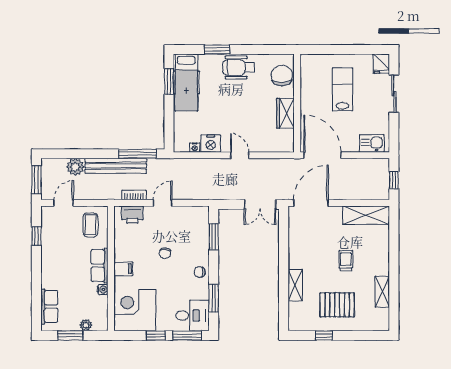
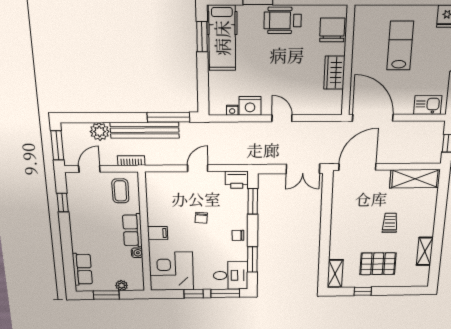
bookcase: (134, 195) -> (131, 161), moved
printer: (132, 215) -> (237, 180), moved
shelving: (295, 285) -> (335, 274), moved

